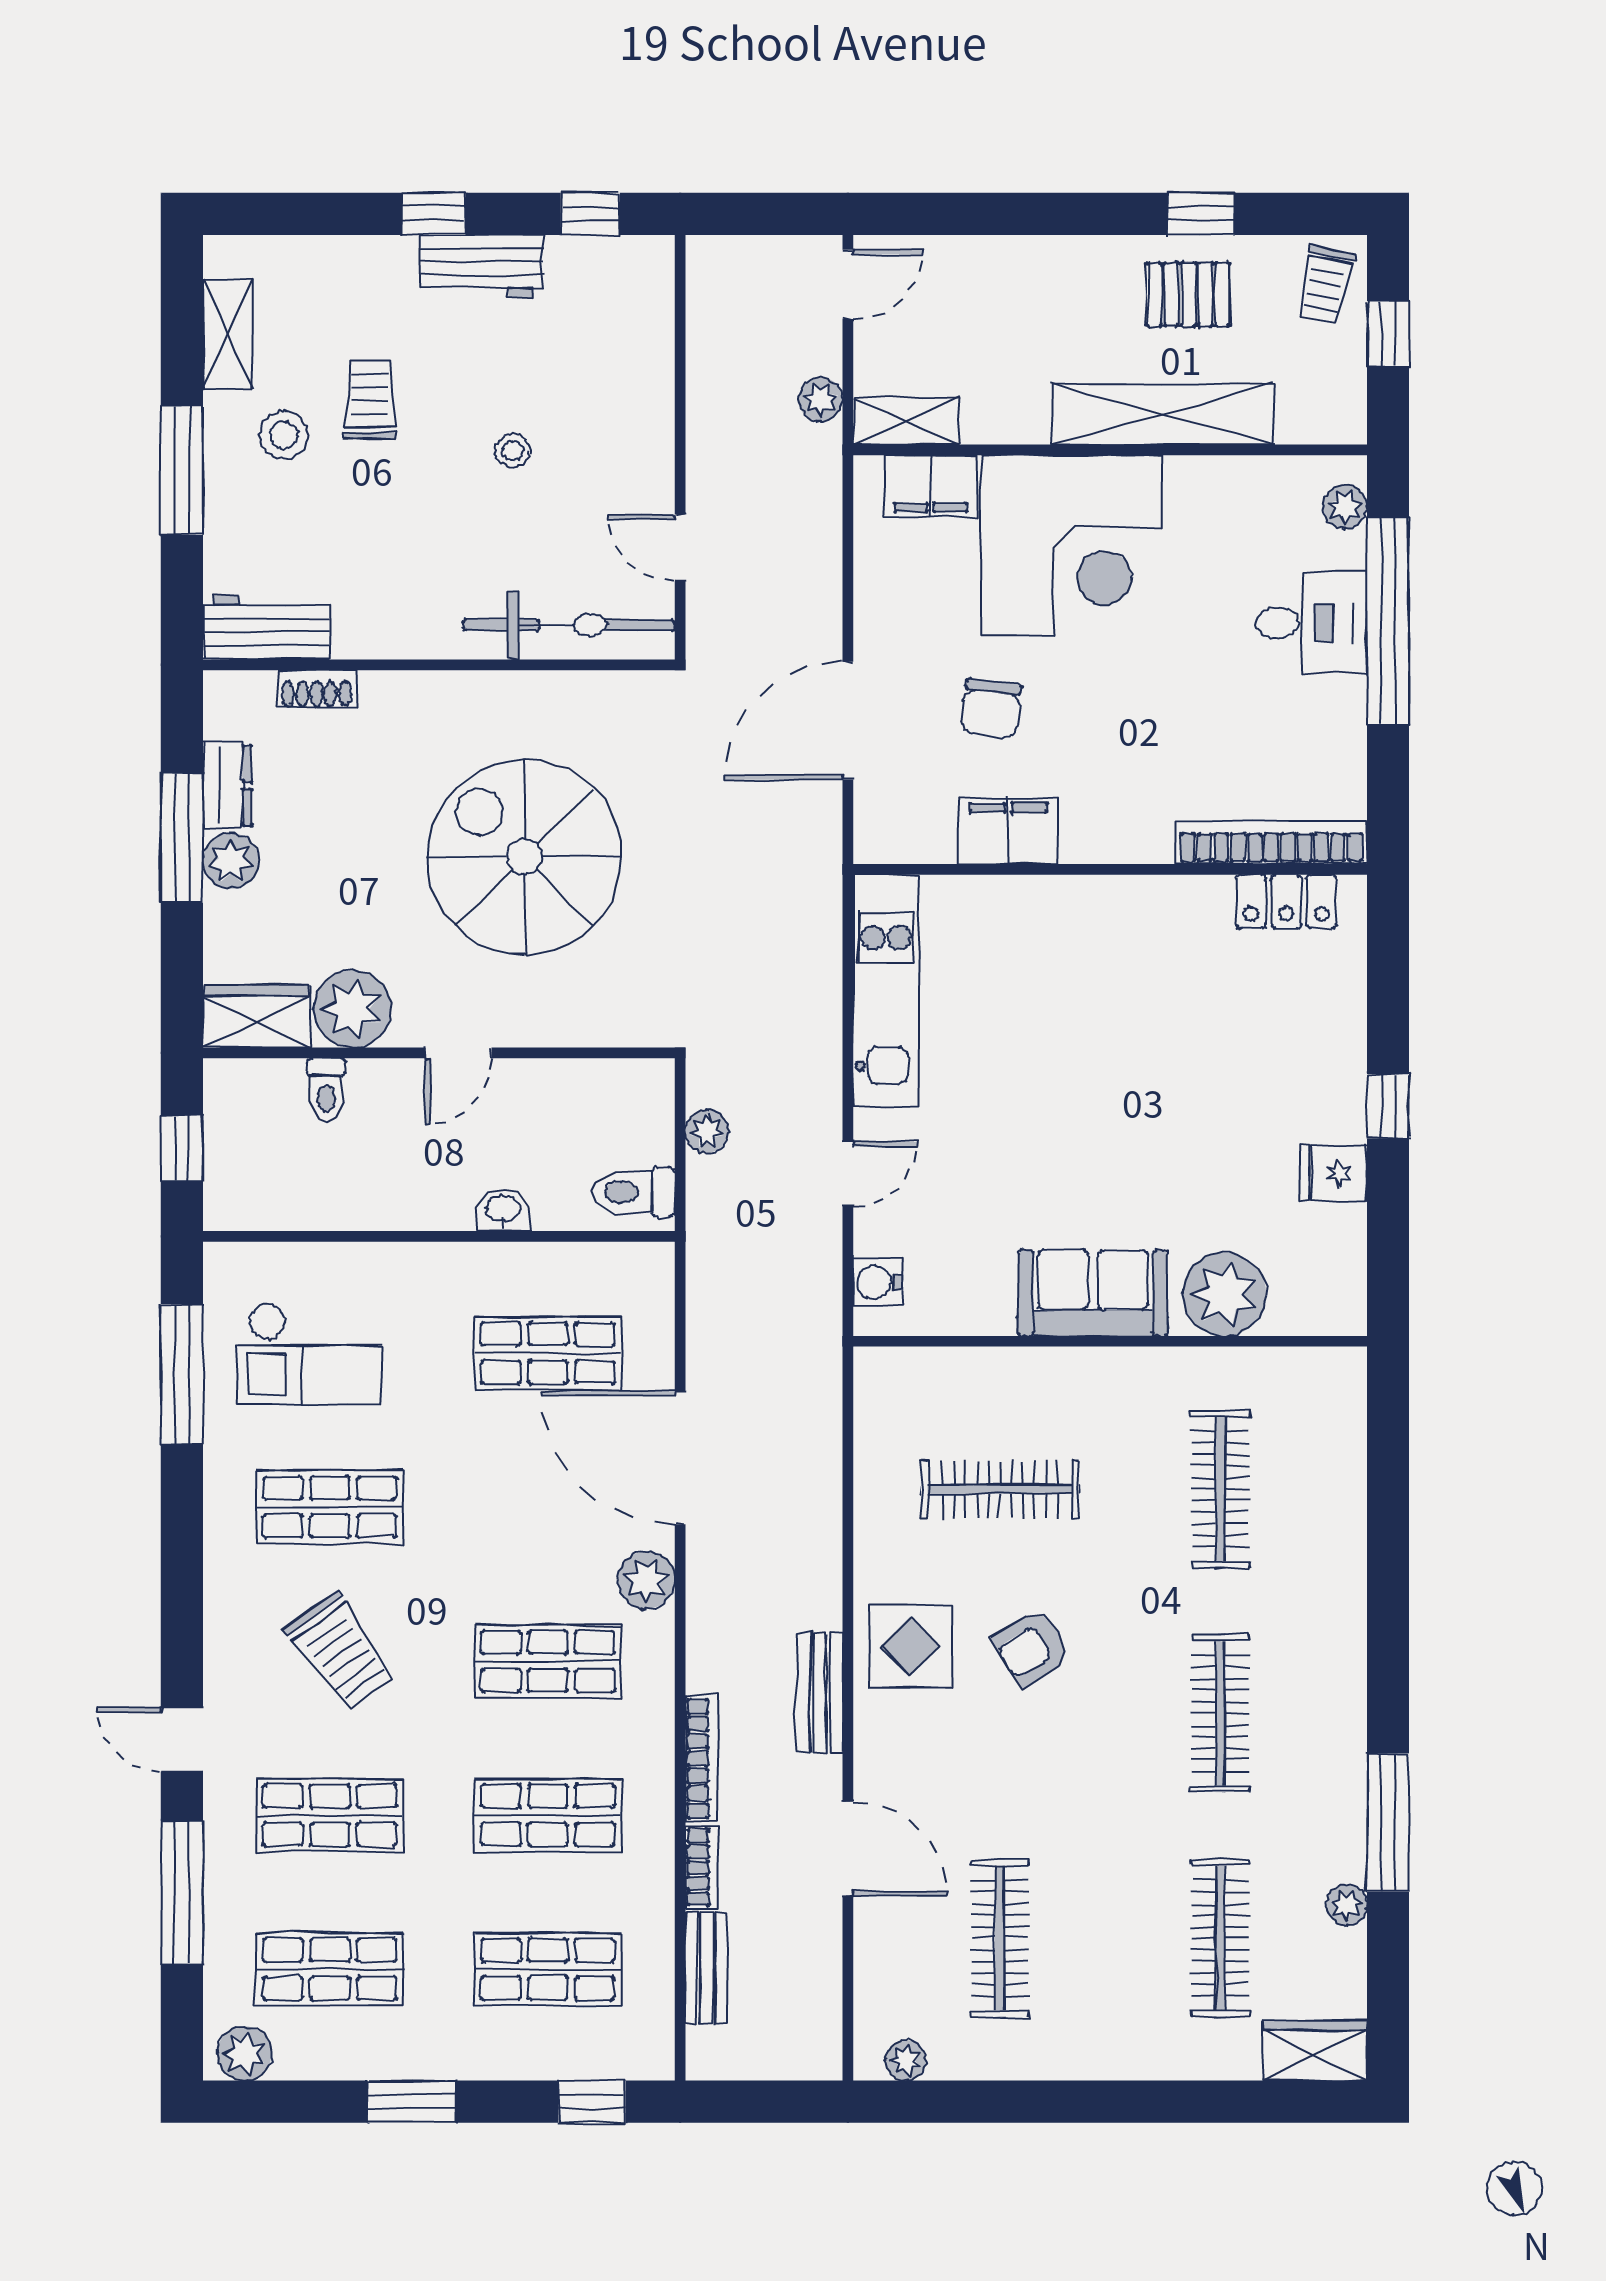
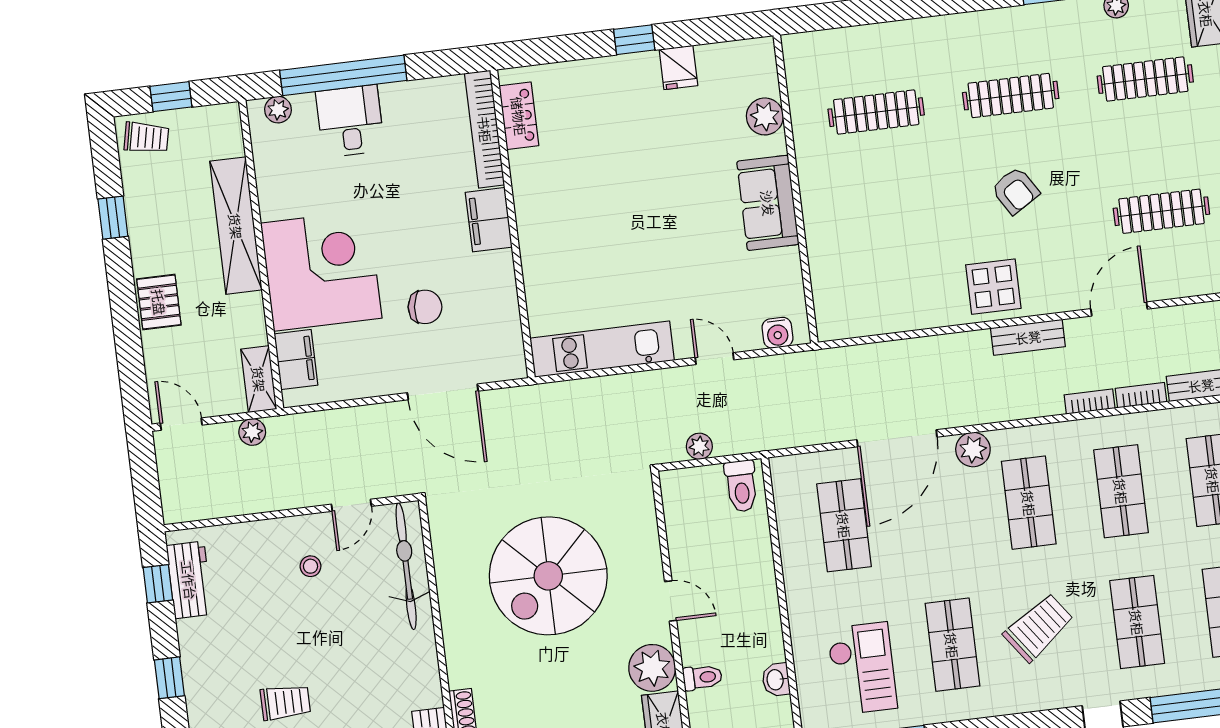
workbench: (481, 266) -> (189, 580), moved
pallet: (1188, 294) -> (159, 302), moved
trolley: (370, 399) -> (285, 702), turned 180
stool: (513, 451) -> (311, 566), moved
filing cabinet: (1008, 831) -> (489, 220), moved
washbasin: (503, 1210) -> (776, 680), moved
plant: (1224, 1294) -> (765, 116), width x0.73, depth x0.73
clothes rail: (1000, 1489) -> (892, 244), removed
armchair: (1032, 1648) -> (1015, 191), moved
bookcase: (702, 1759) -> (1090, 402), width x0.64

